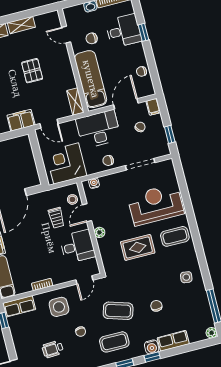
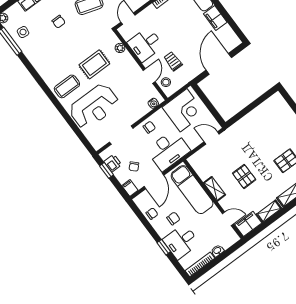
chair: (92, 38) -> (173, 218), moved
shelving: (75, 102) -> (215, 189), moved
filing cabinet: (21, 120) -> (248, 224), moved, turned 180
printer: (160, 139) -> (113, 163), added
plant: (99, 232) -> (120, 48), moved
side table: (186, 277) -> (23, 32), moved

